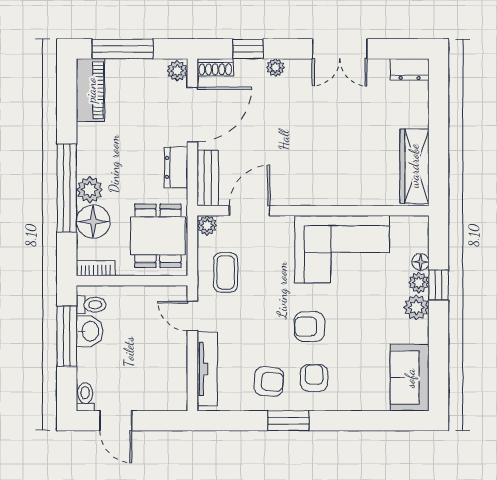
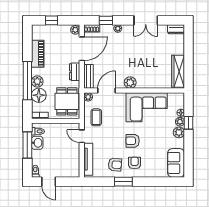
window: (123, 49) -> (52, 20), width x0.46
piano: (91, 90) -> (38, 54), moved
plant: (304, 192) -> (130, 83), added

